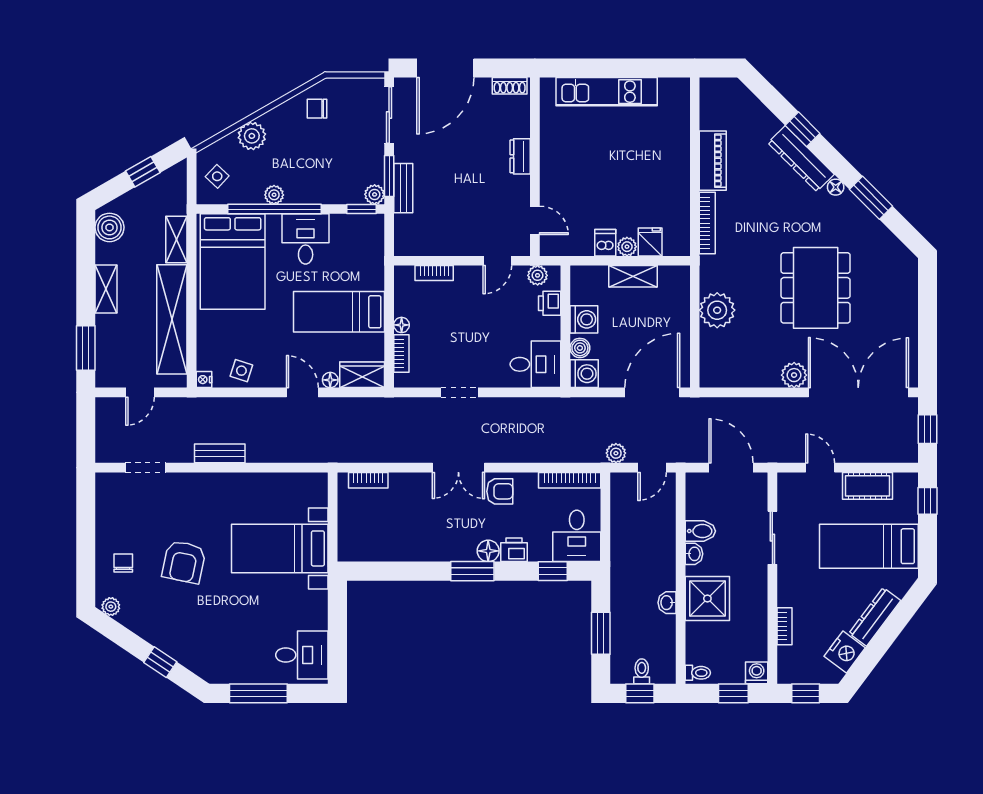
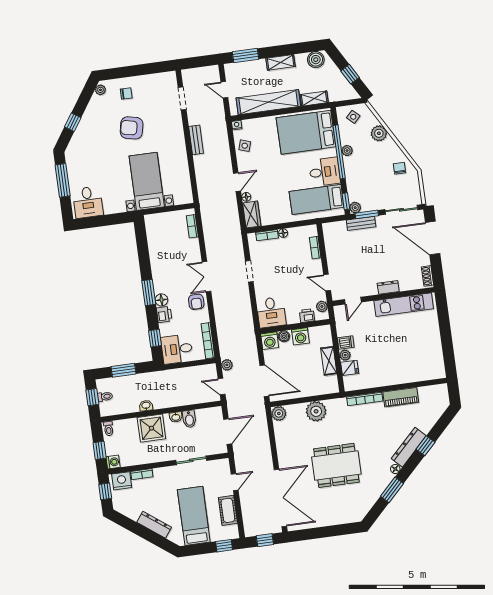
kitchen unit: (607, 92) -> (404, 305), moved, turned -90
bed: (339, 312) -> (317, 199), moved, turned -90
plant: (794, 375) -> (279, 413), moved
nightstand: (845, 652) -> (122, 481), moved, turned 143

